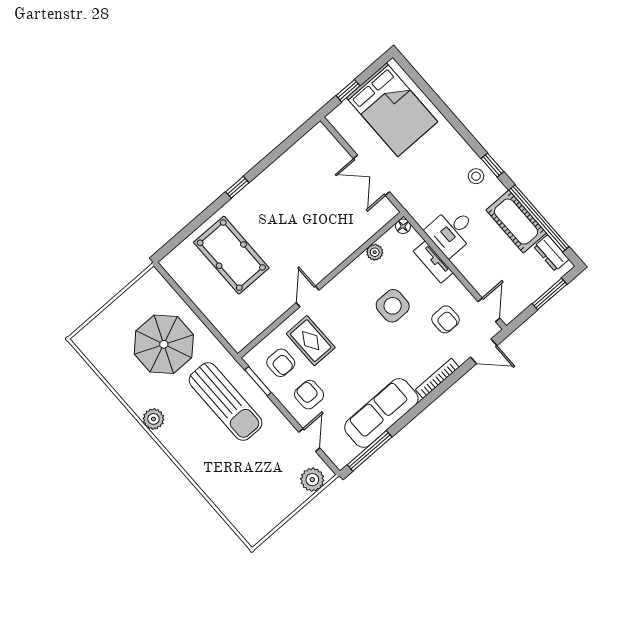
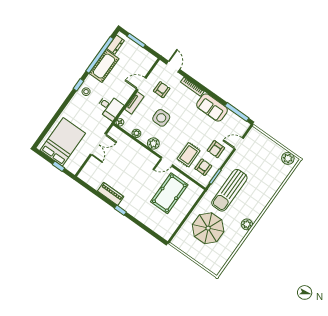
piano: (273, 176) -> (111, 194), added
desk: (451, 231) -> (110, 107), moved
pool table: (231, 255) -> (169, 193), moved
plant: (348, 279) -> (153, 144), added
door: (489, 310) -> (141, 84), moved
sun lounger: (226, 402) -> (229, 190), turned 180
sofa: (381, 413) -> (212, 107), width x0.73
plant: (312, 480) -> (288, 158), moved

